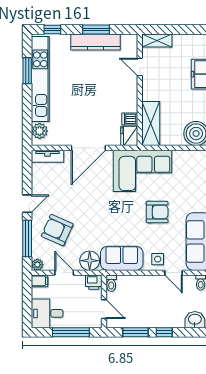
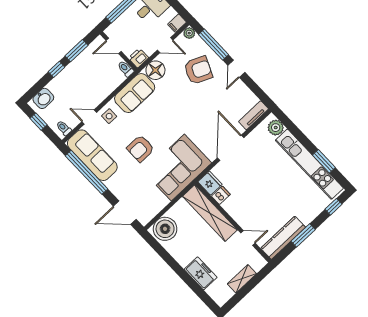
shelving: (157, 40) -> (242, 279), moved
kitchen counter: (96, 42) -> (283, 238), moved
shelving: (151, 124) -> (210, 213), width x1.47

